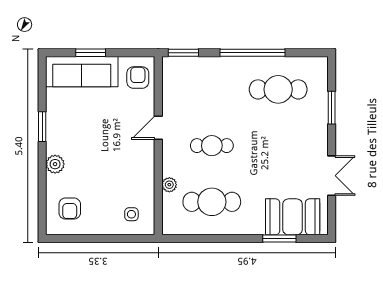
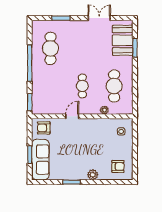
door: (158, 128) -> (72, 116), swing flipped

